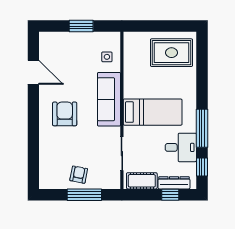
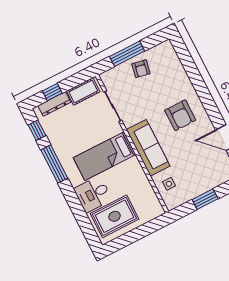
desk: (181, 147) -> (93, 194), moved

